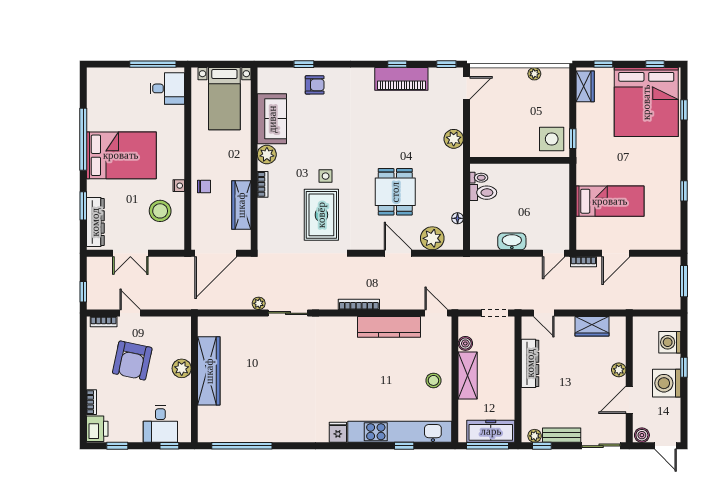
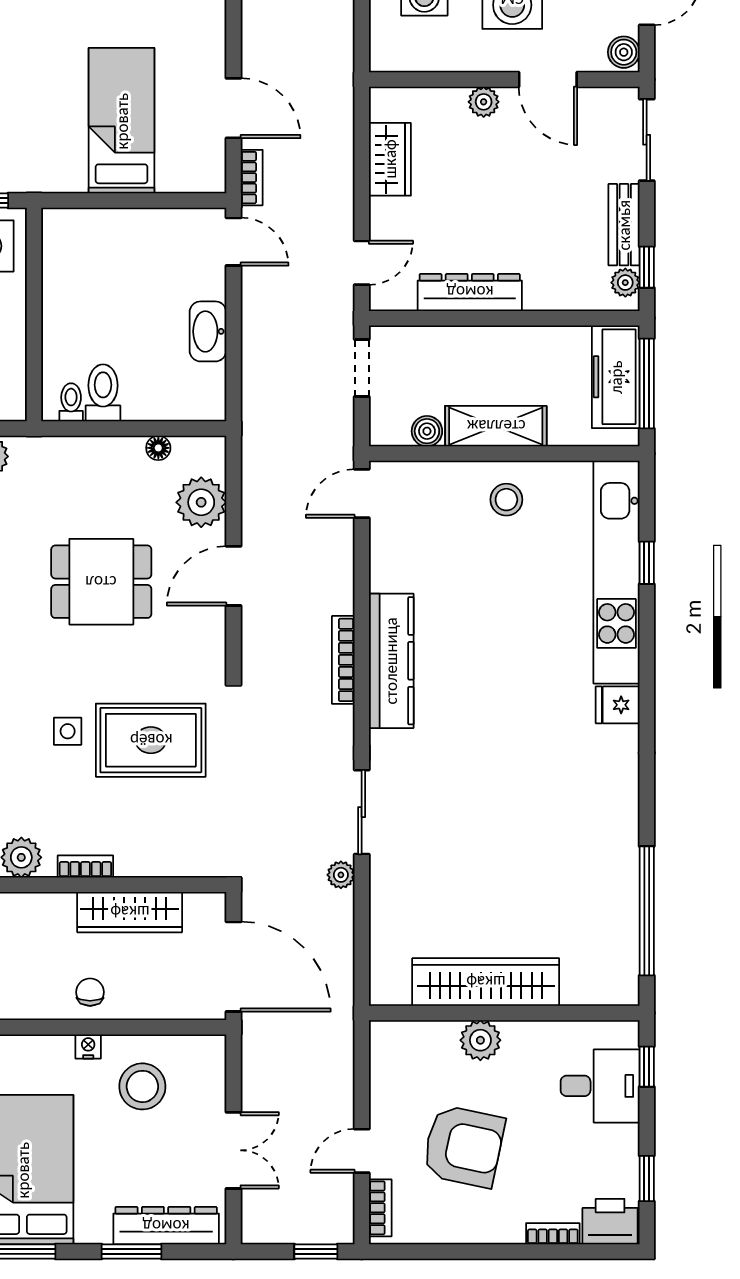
kitchen counter: (389, 327) -> (391, 661), moved

